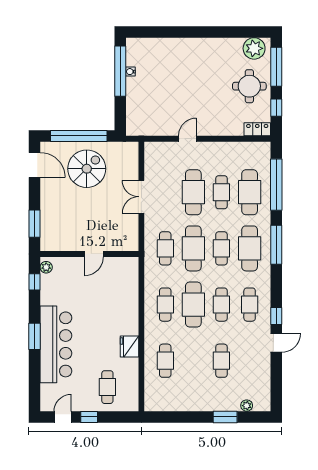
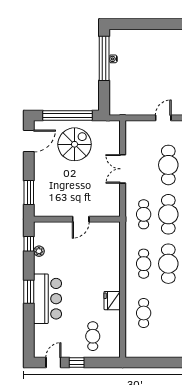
door: (35, 165) -> (29, 141), hinge flipped
plant: (46, 267) -> (39, 251), moved
bar counter: (56, 344) -> (48, 299), width x0.73

